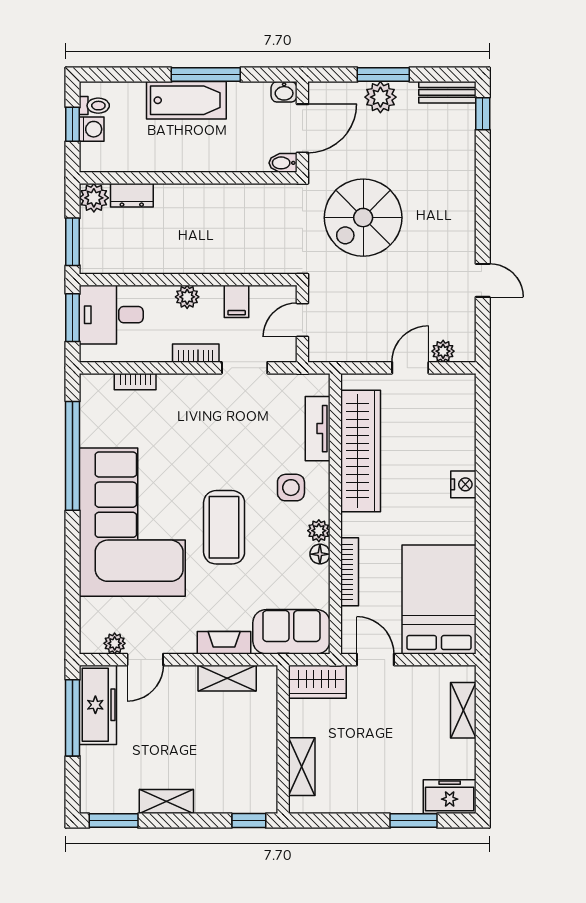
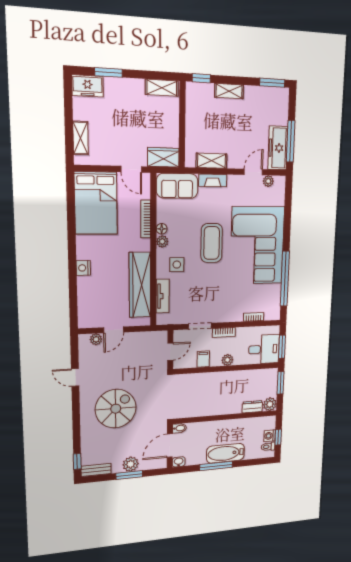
spiral stairs: (363, 218) -> (116, 409), moved
shelving: (302, 767) -> (162, 88), moved, turned 90
shelving: (166, 802) -> (229, 91), moved

